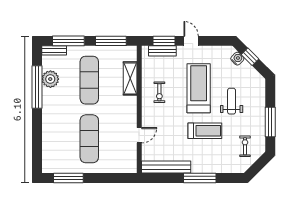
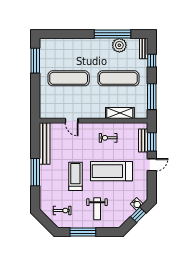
window: (68, 41) -> (152, 61), width x0.46
treadmill: (199, 88) -> (112, 171), turned 180
weight bench: (232, 101) -> (97, 209), moved, turned 90
treadmill: (205, 131) -> (75, 176), turned 180

